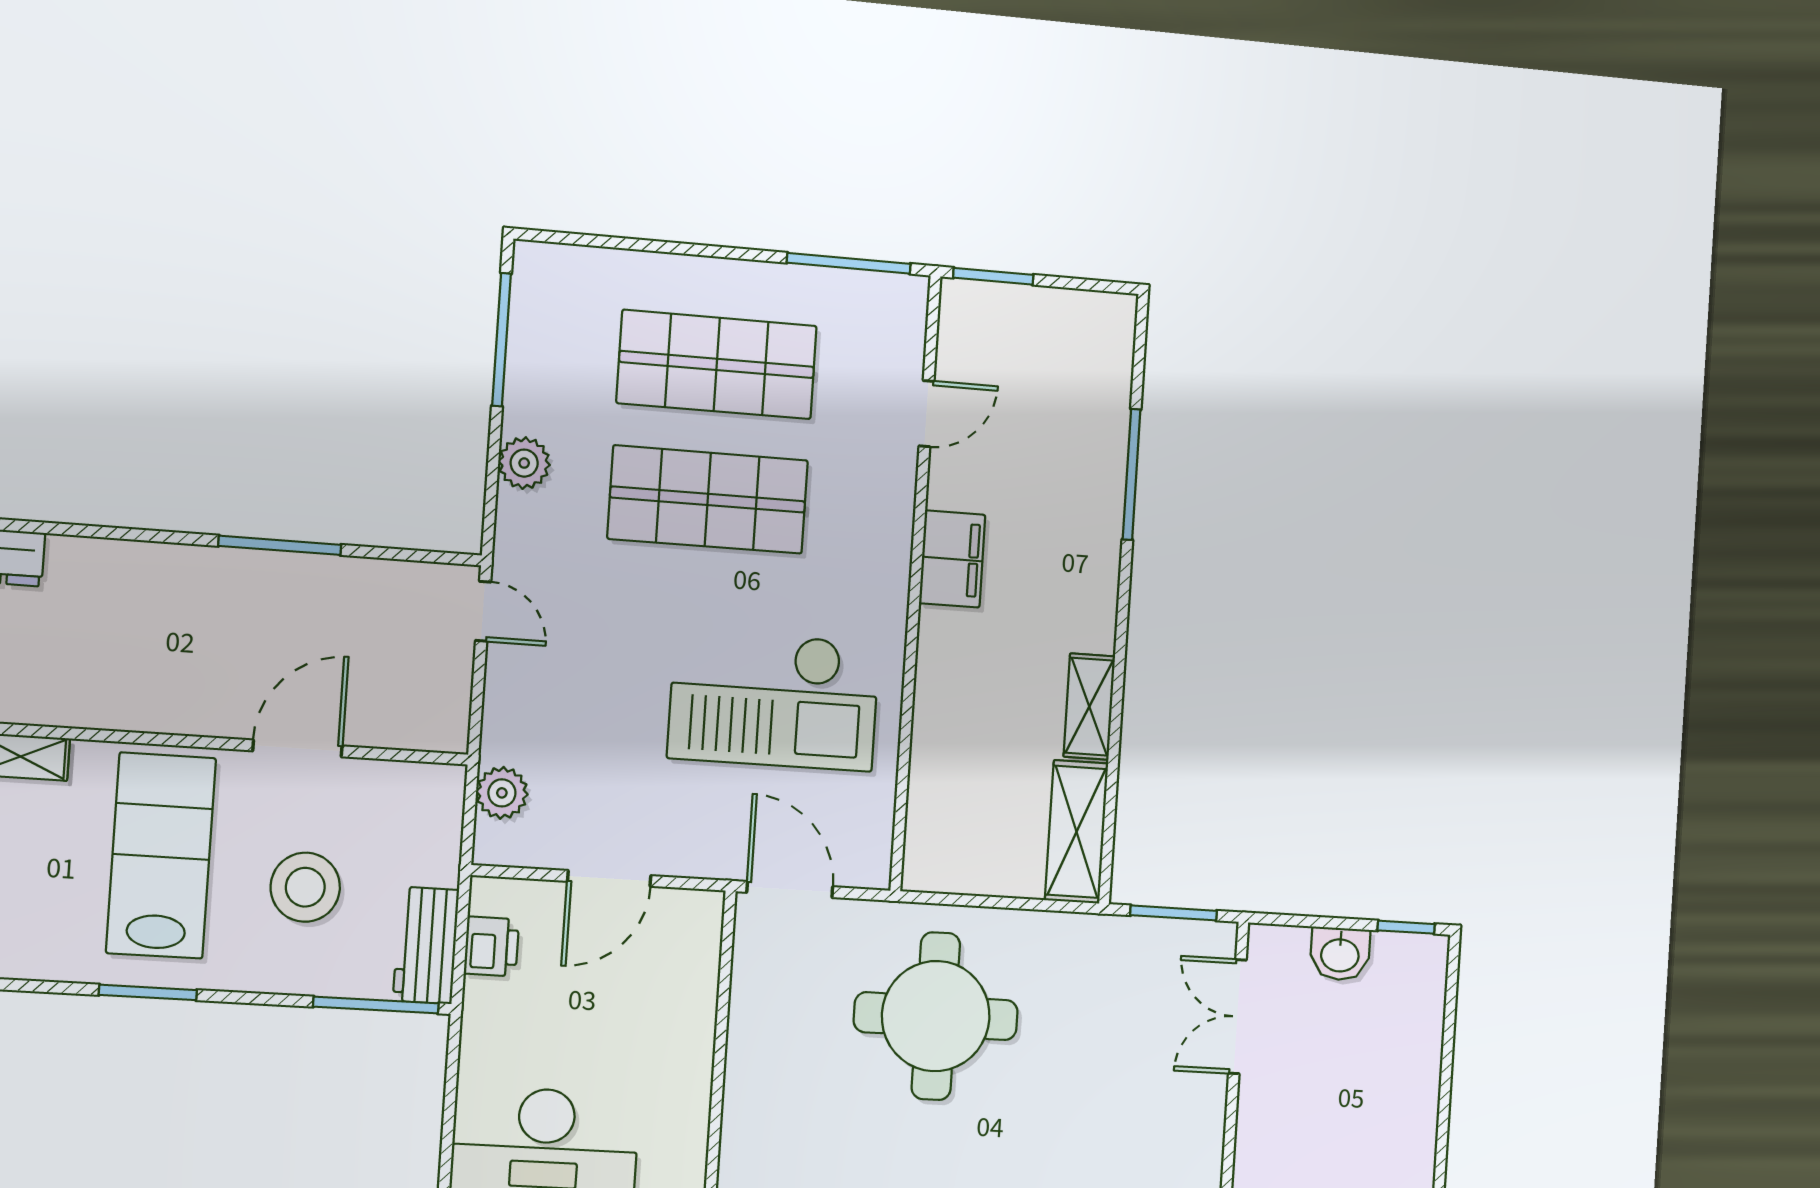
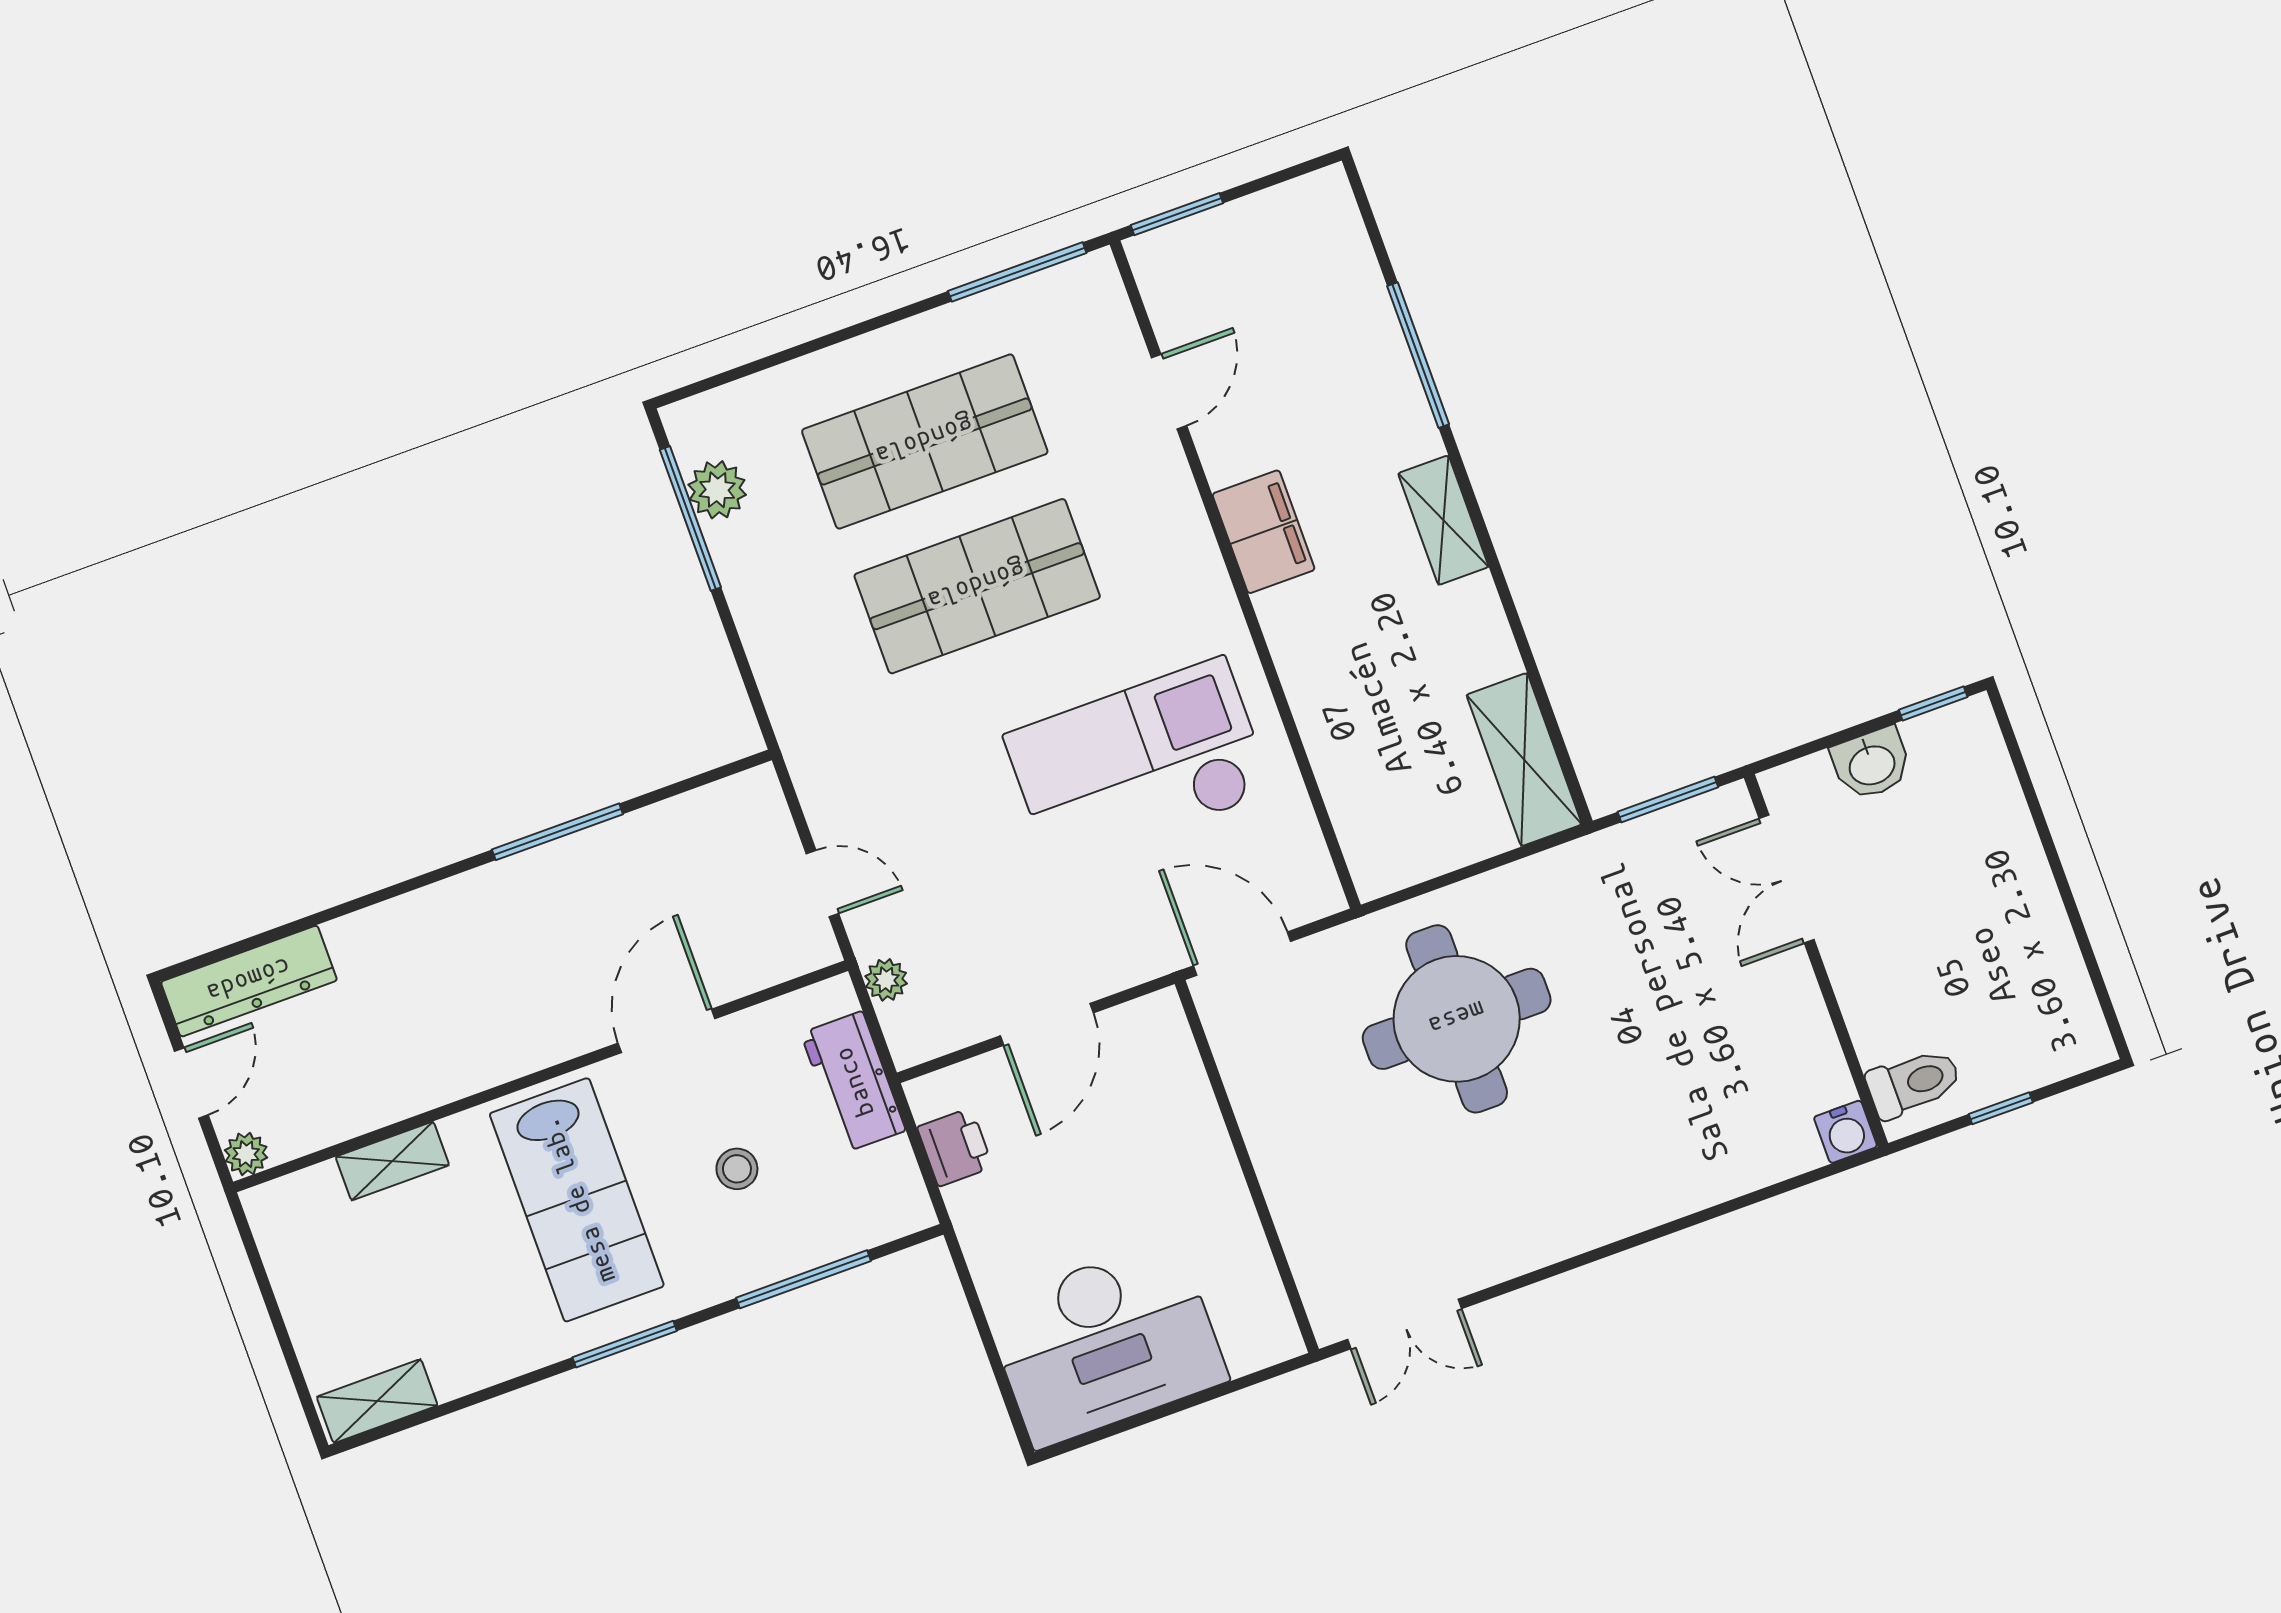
plant: (524, 463) -> (717, 490), moved
door: (483, 611) -> (822, 883), moved
checkout: (774, 700) -> (1138, 764), turned 180
shelving: (1089, 707) -> (1443, 520), moved
plant: (502, 793) -> (886, 980), width x0.73, depth x0.73
lab bench: (161, 856) -> (577, 1200), turned 180
stool: (305, 887) -> (737, 1169), width x0.53, depth x0.53
workbench: (426, 945) -> (853, 1082), moved
window: (376, 1005) -> (804, 1279), moved

